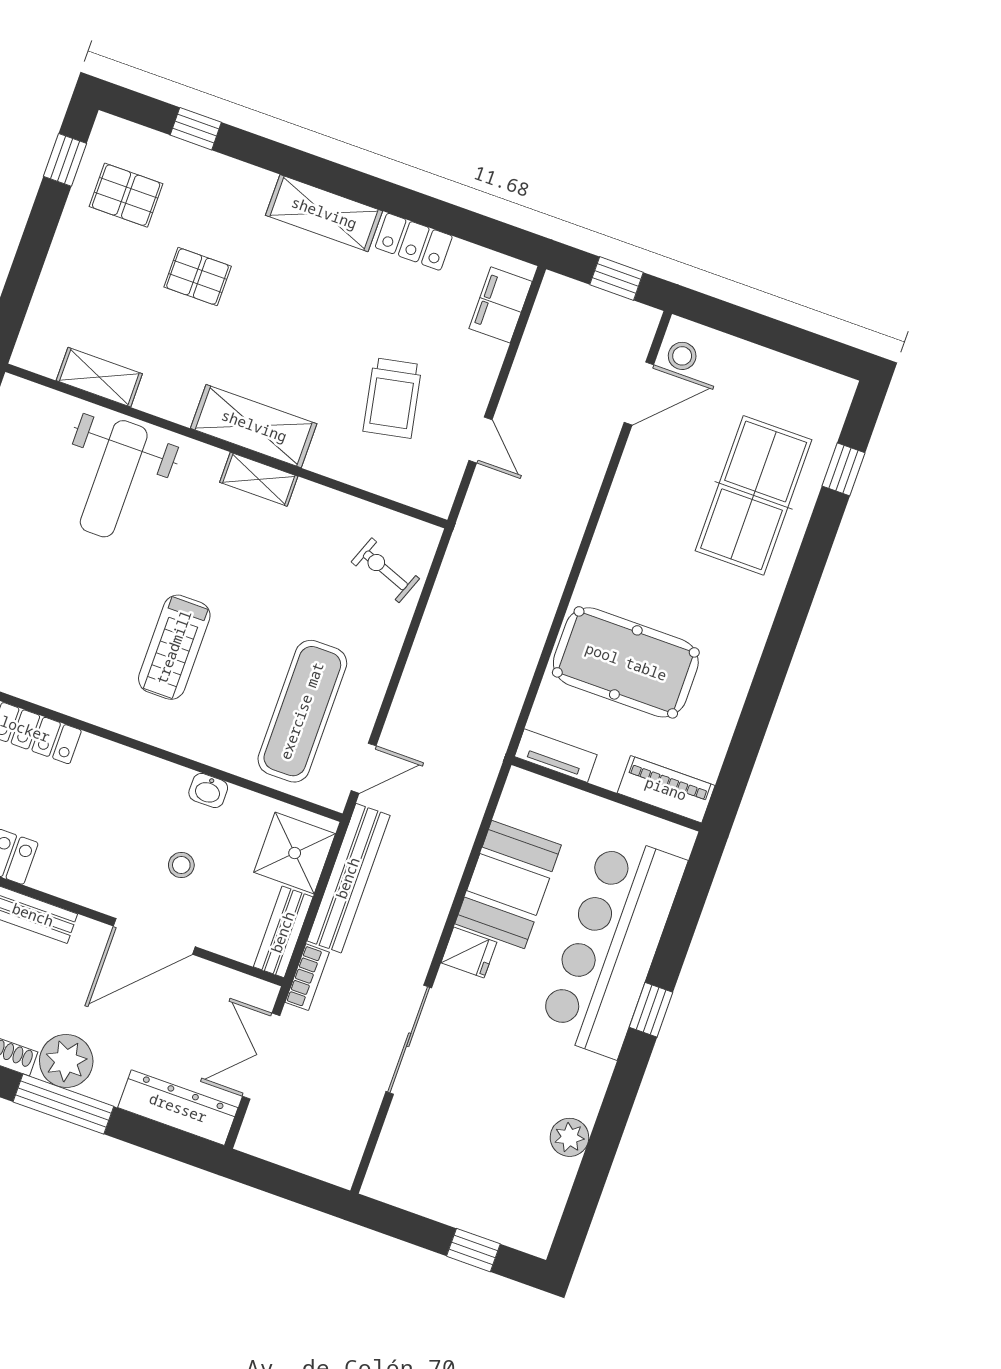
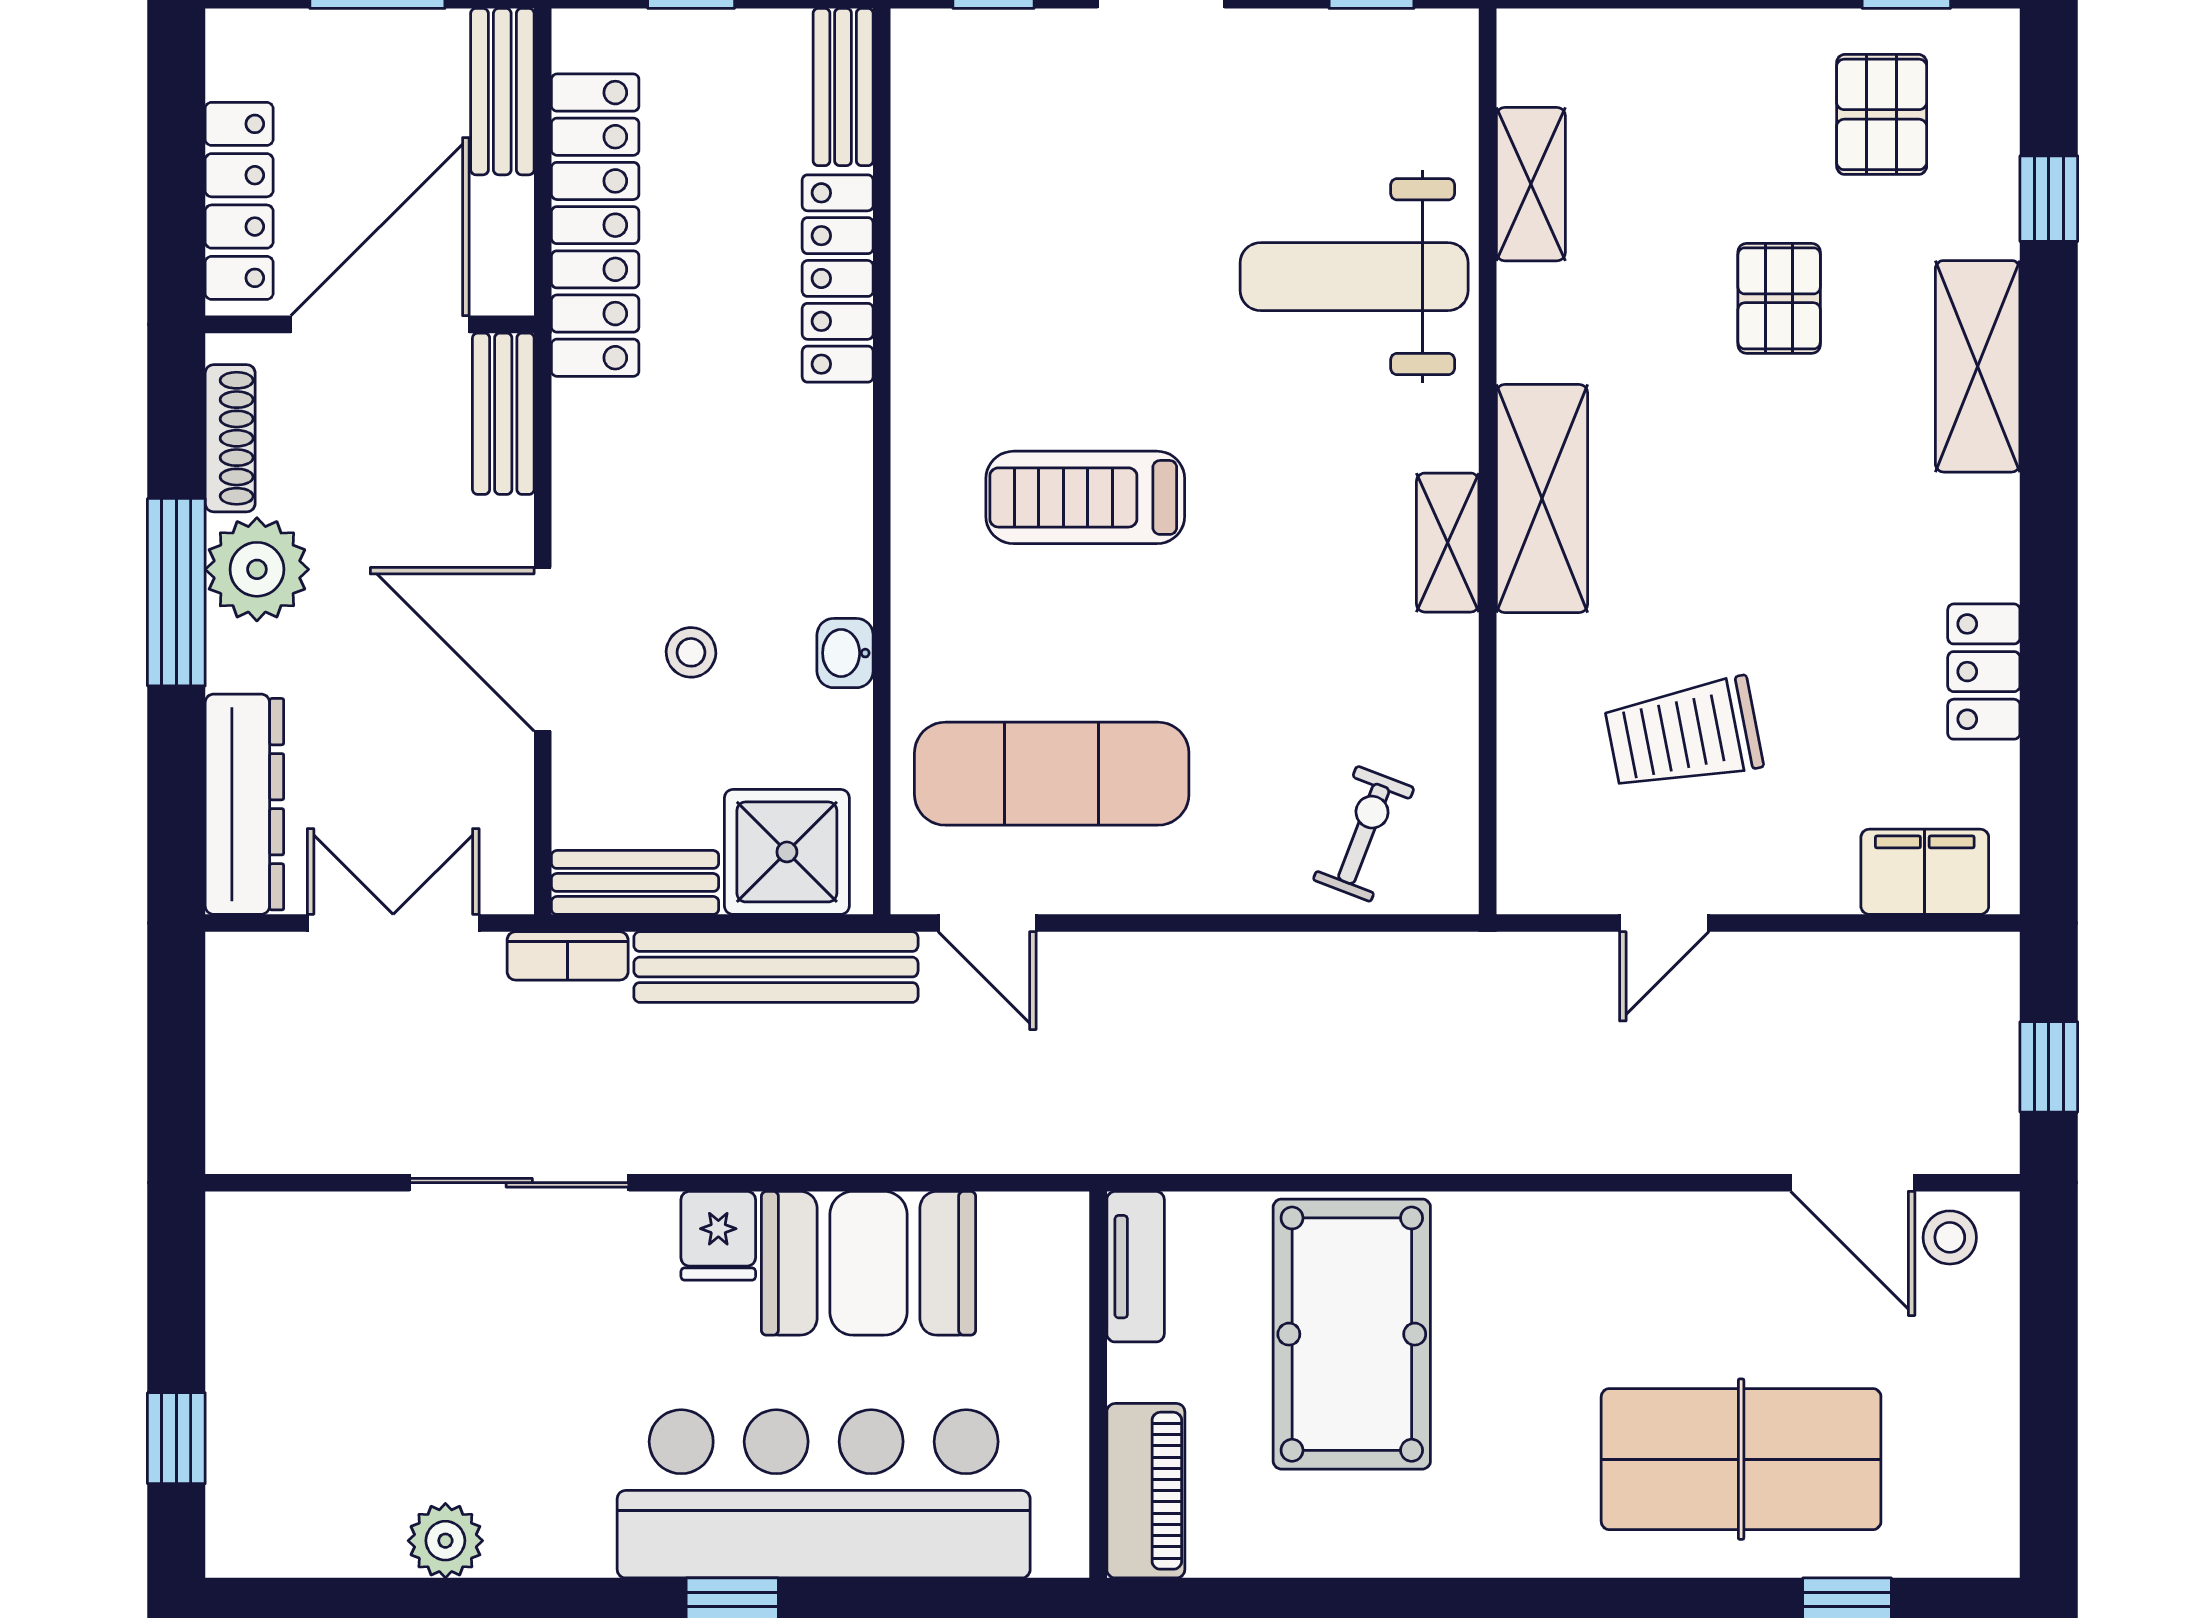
shelving: (324, 213) -> (1978, 366), moved

